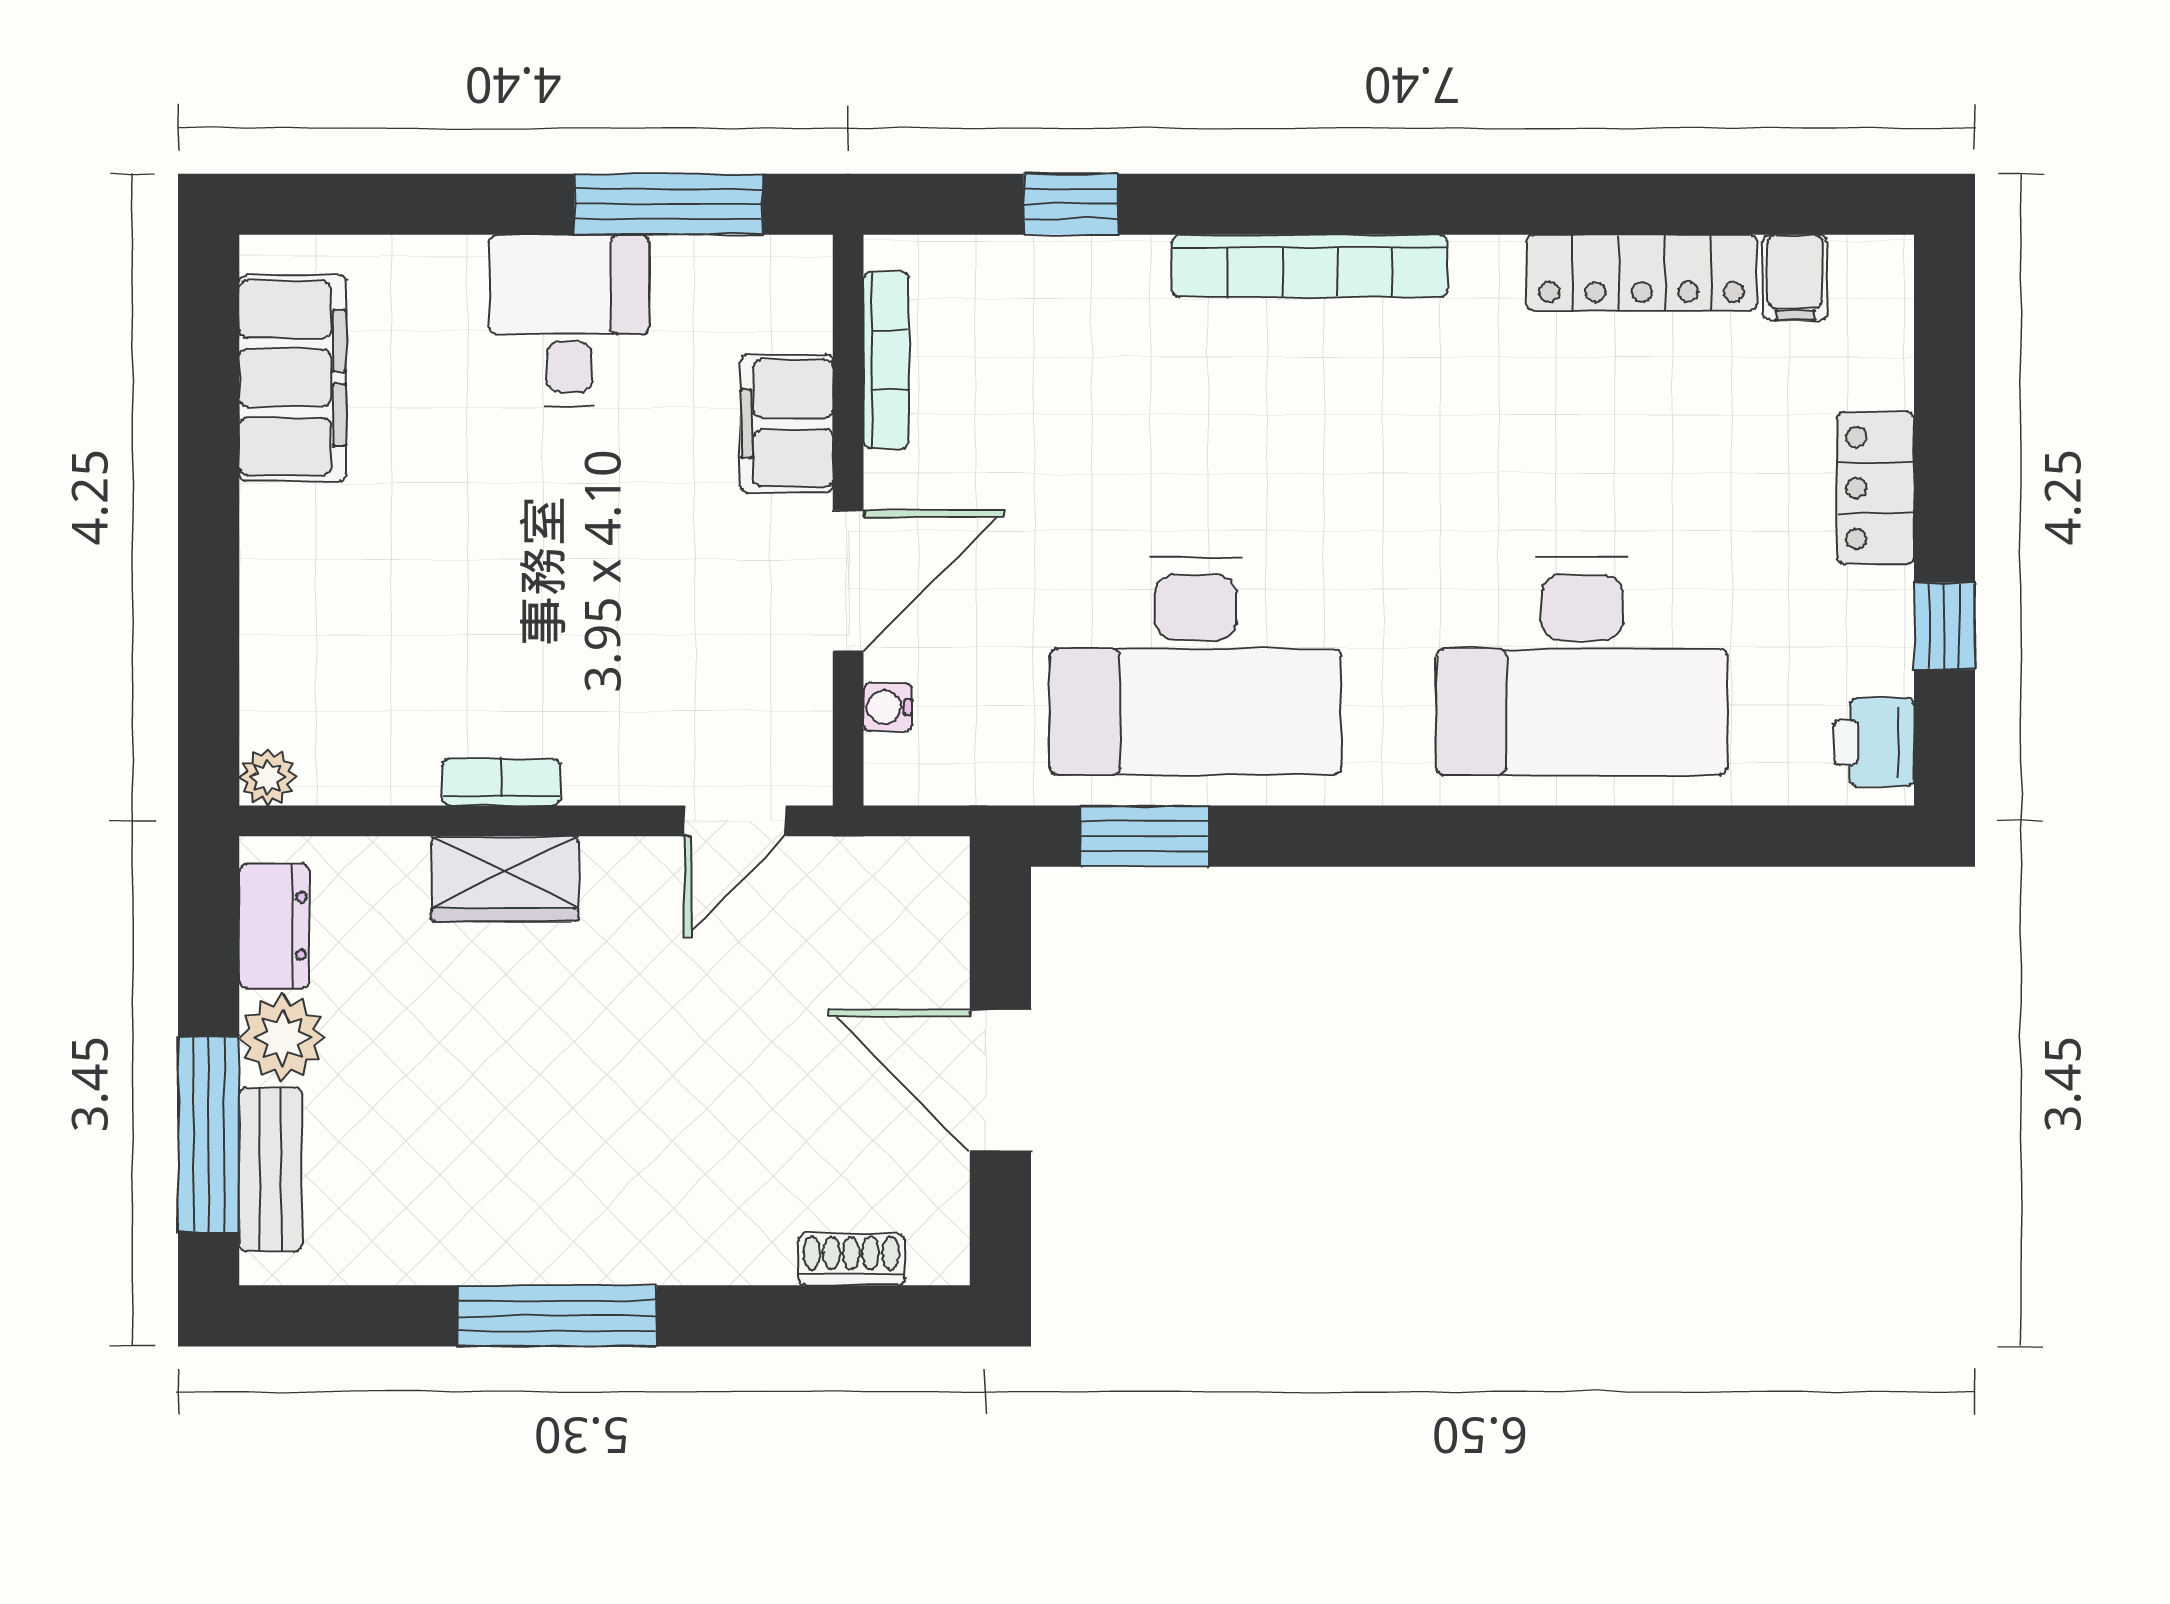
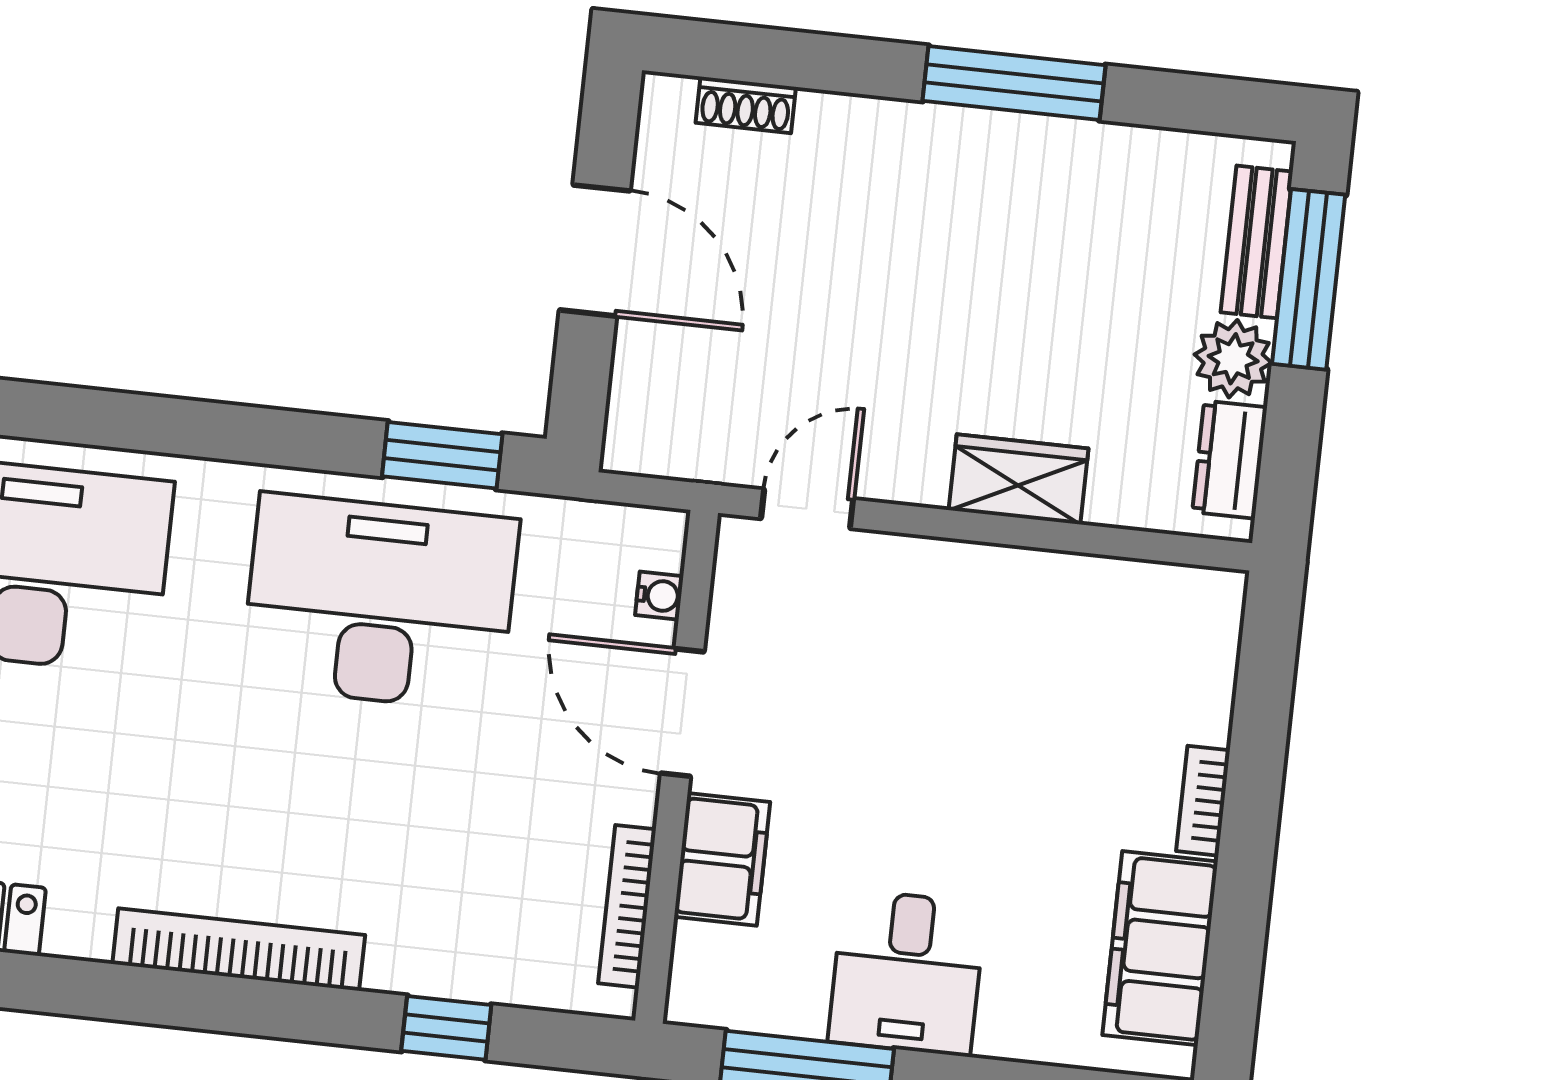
door: (848, 581) -> (682, 712), hinge flipped
plant: (267, 777) -> (1221, 593), removed
bookcase: (501, 782) -> (1203, 801), moved, turned 90

